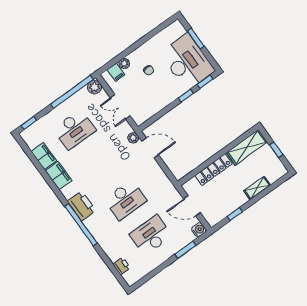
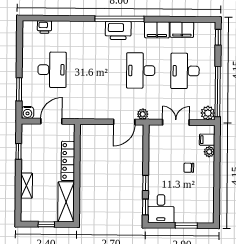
desk: (187, 62) -> (161, 209), width x0.53, depth x0.77
desk: (125, 200) -> (141, 71), moved
window: (81, 225) -> (120, 19), moved

